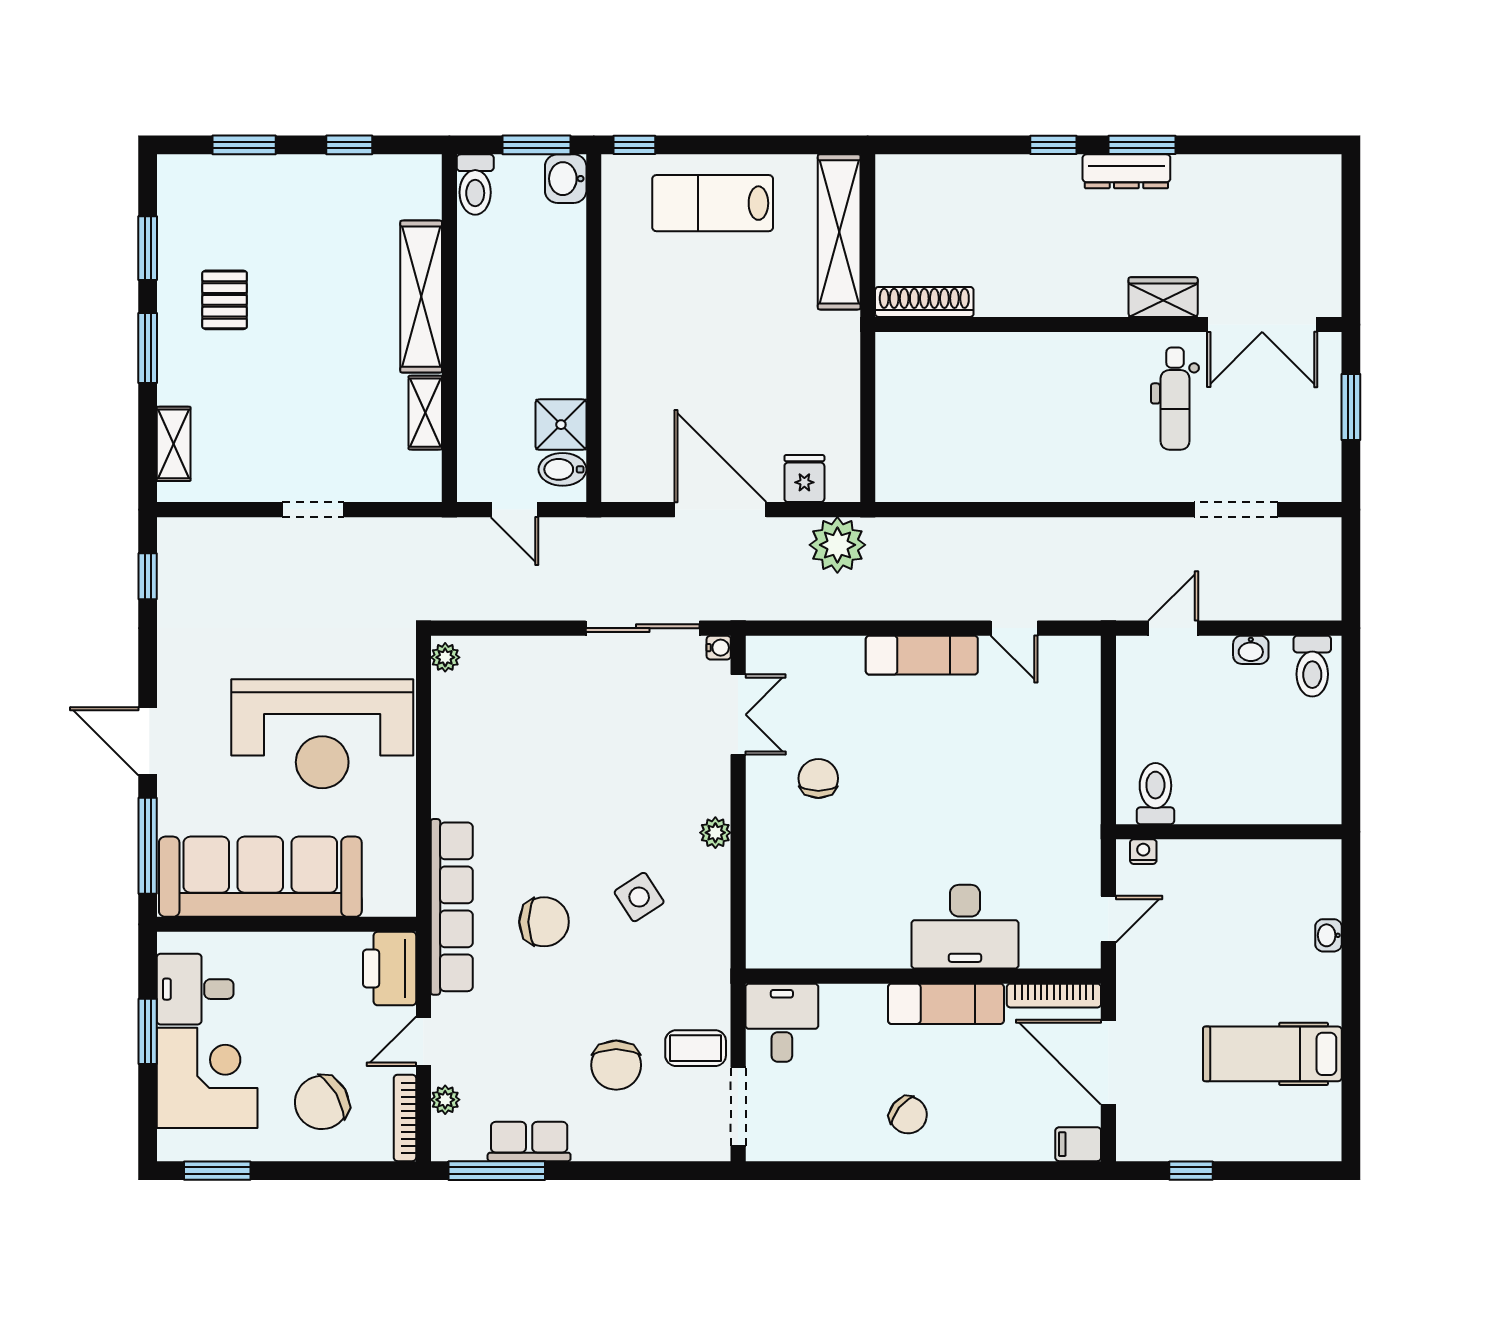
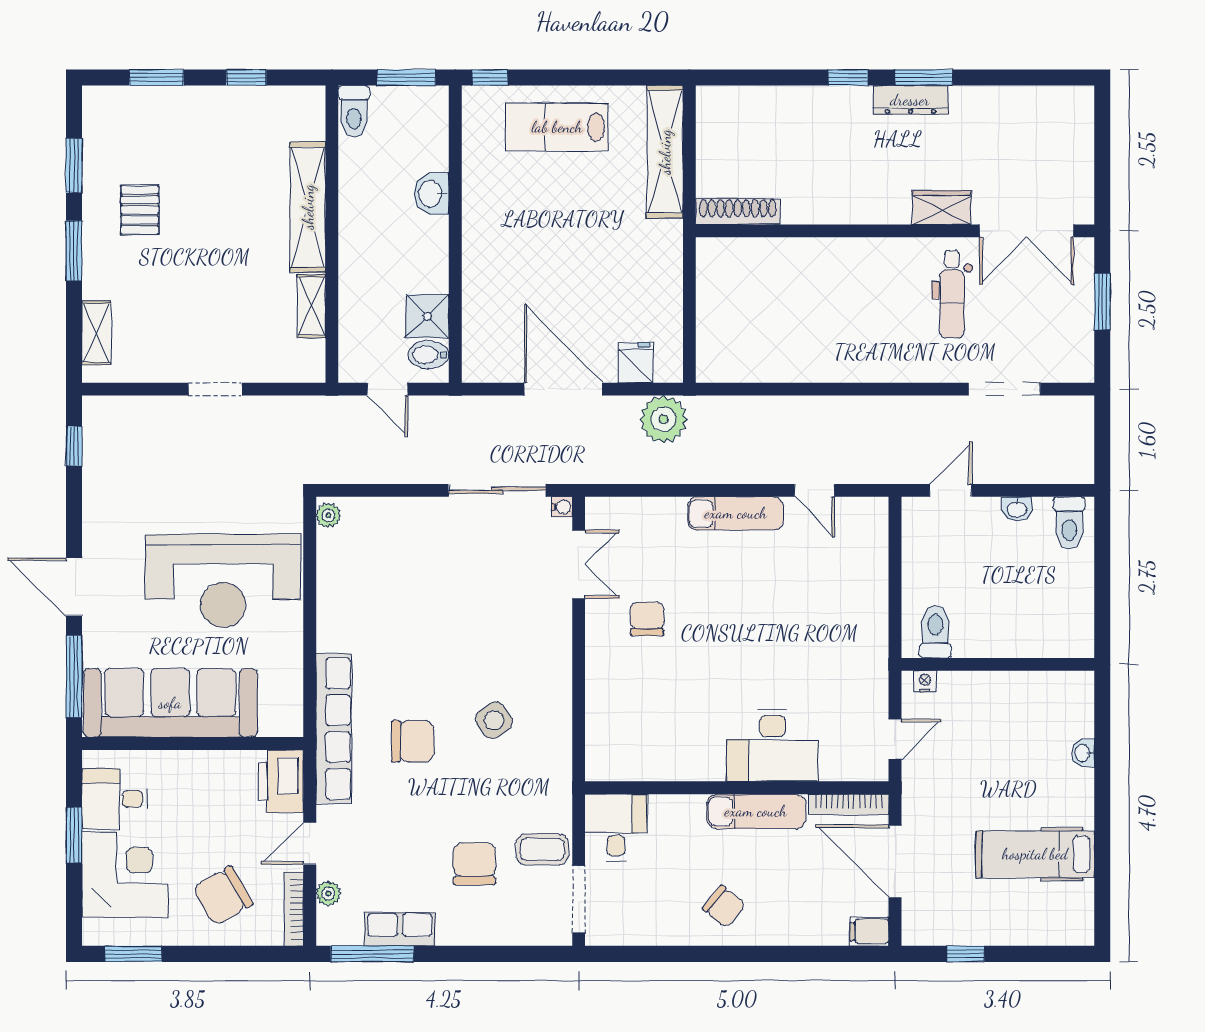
washbasin: (566, 179) -> (431, 194), moved
plant: (715, 833) -> (559, 665), removed
chair: (616, 1065) -> (474, 864), turned 180

